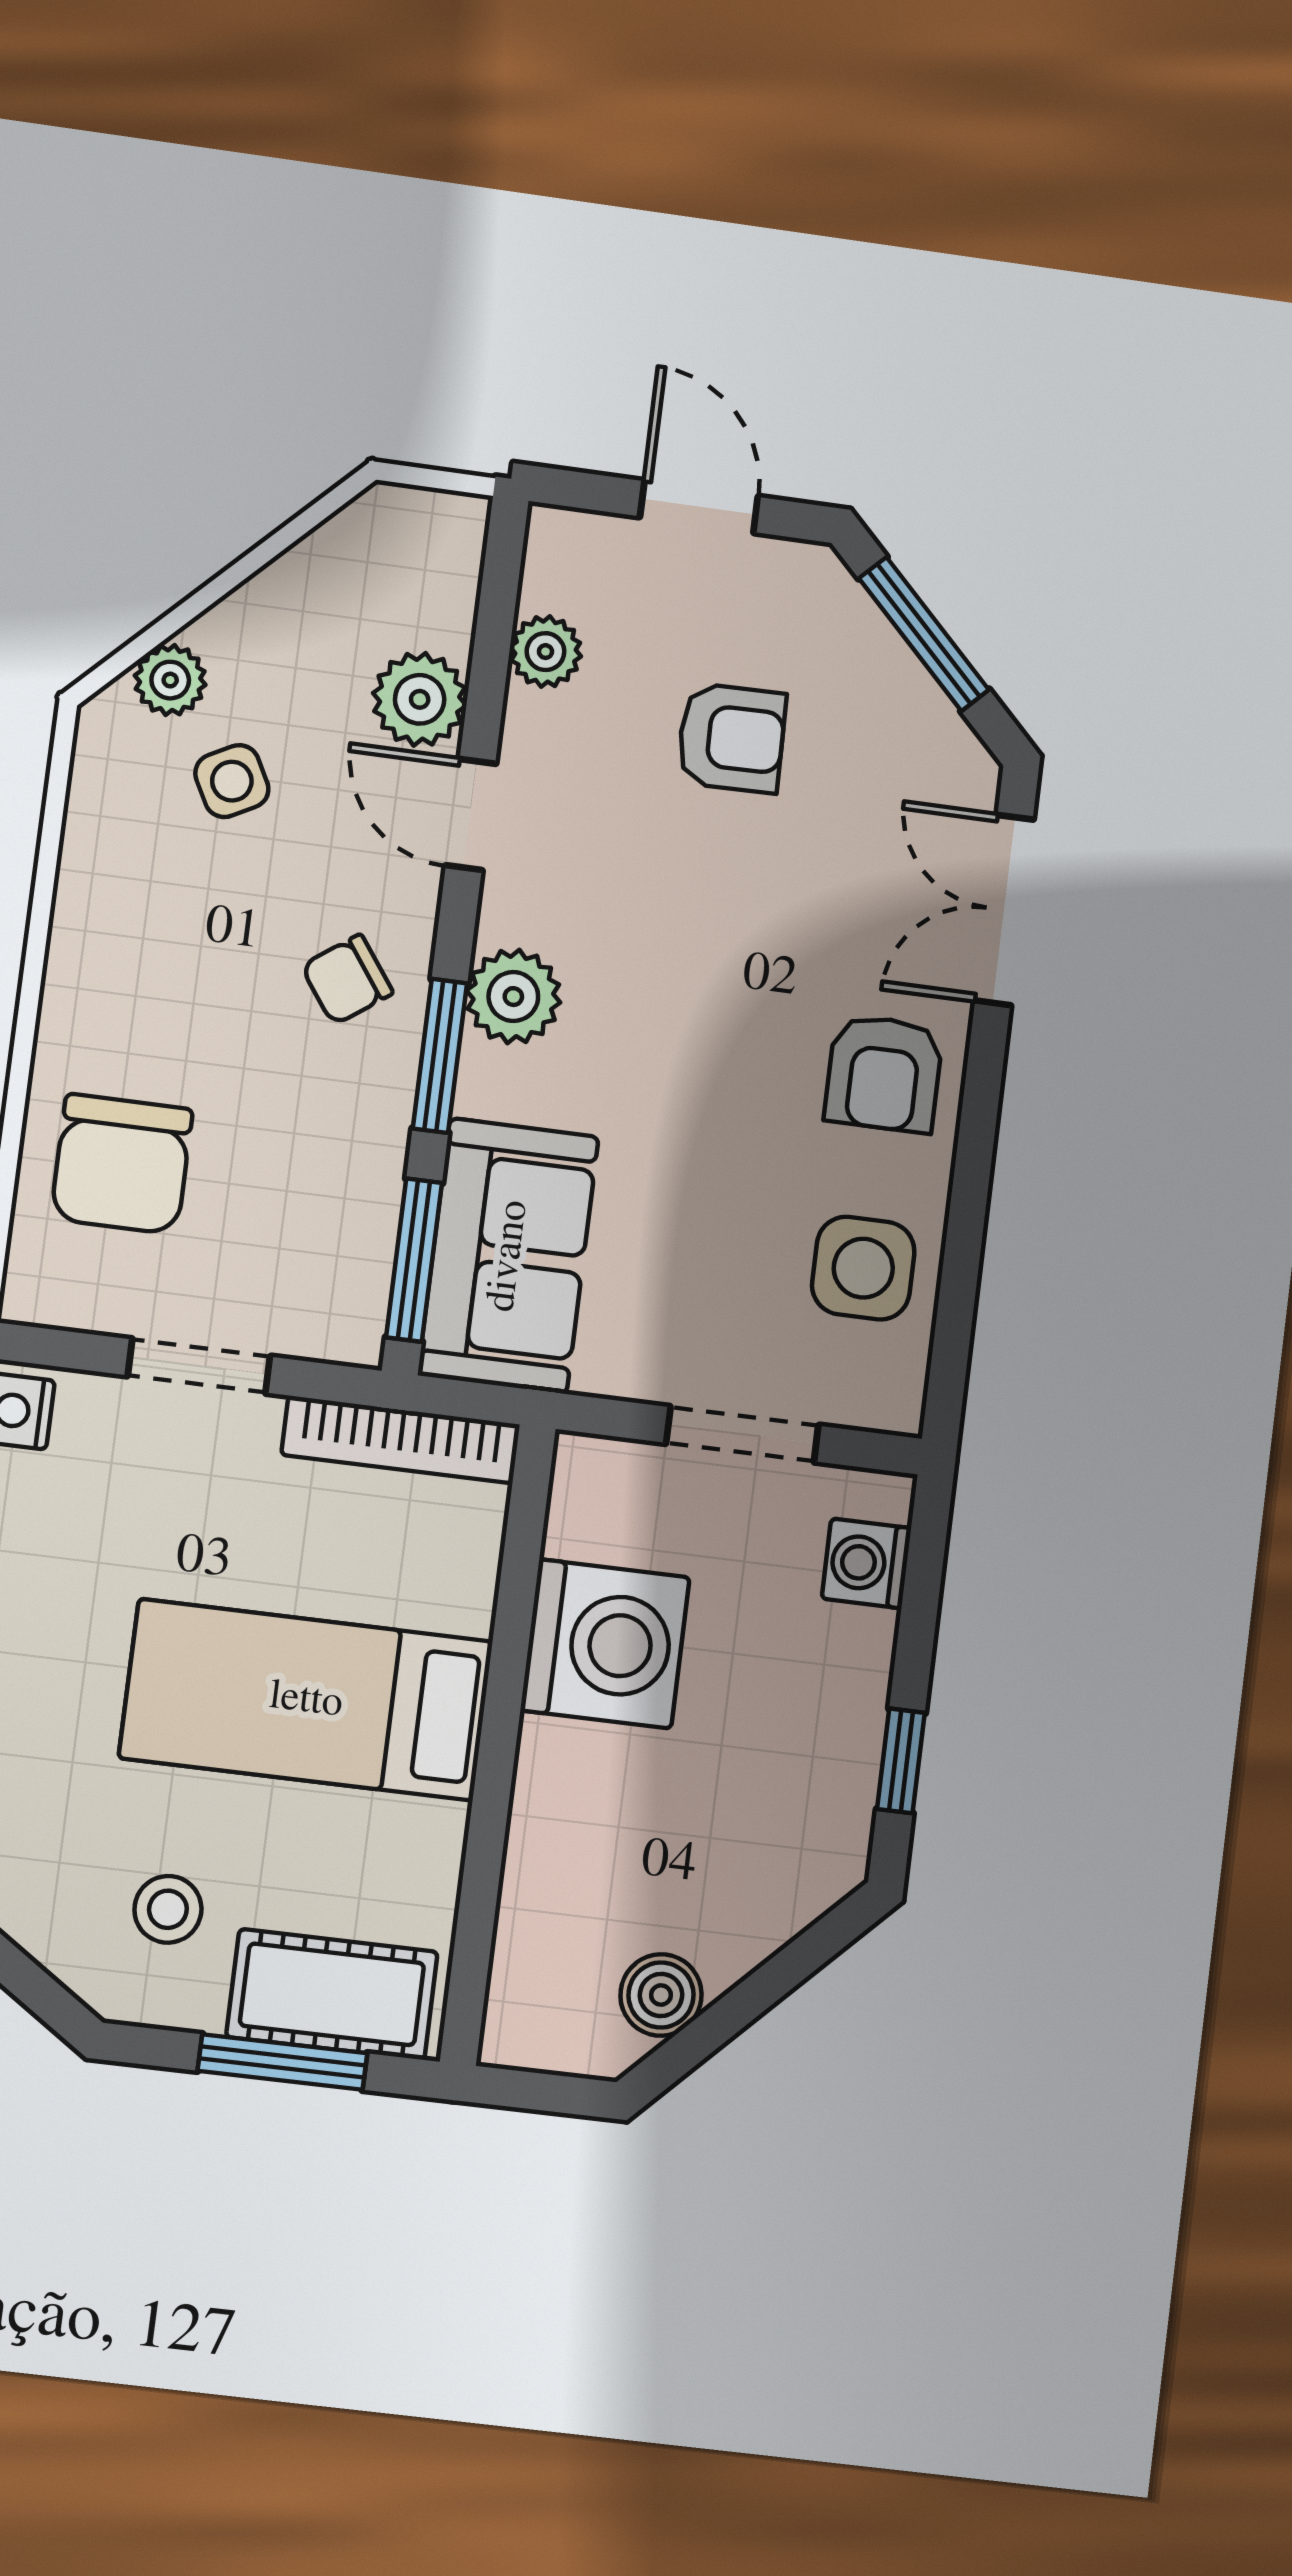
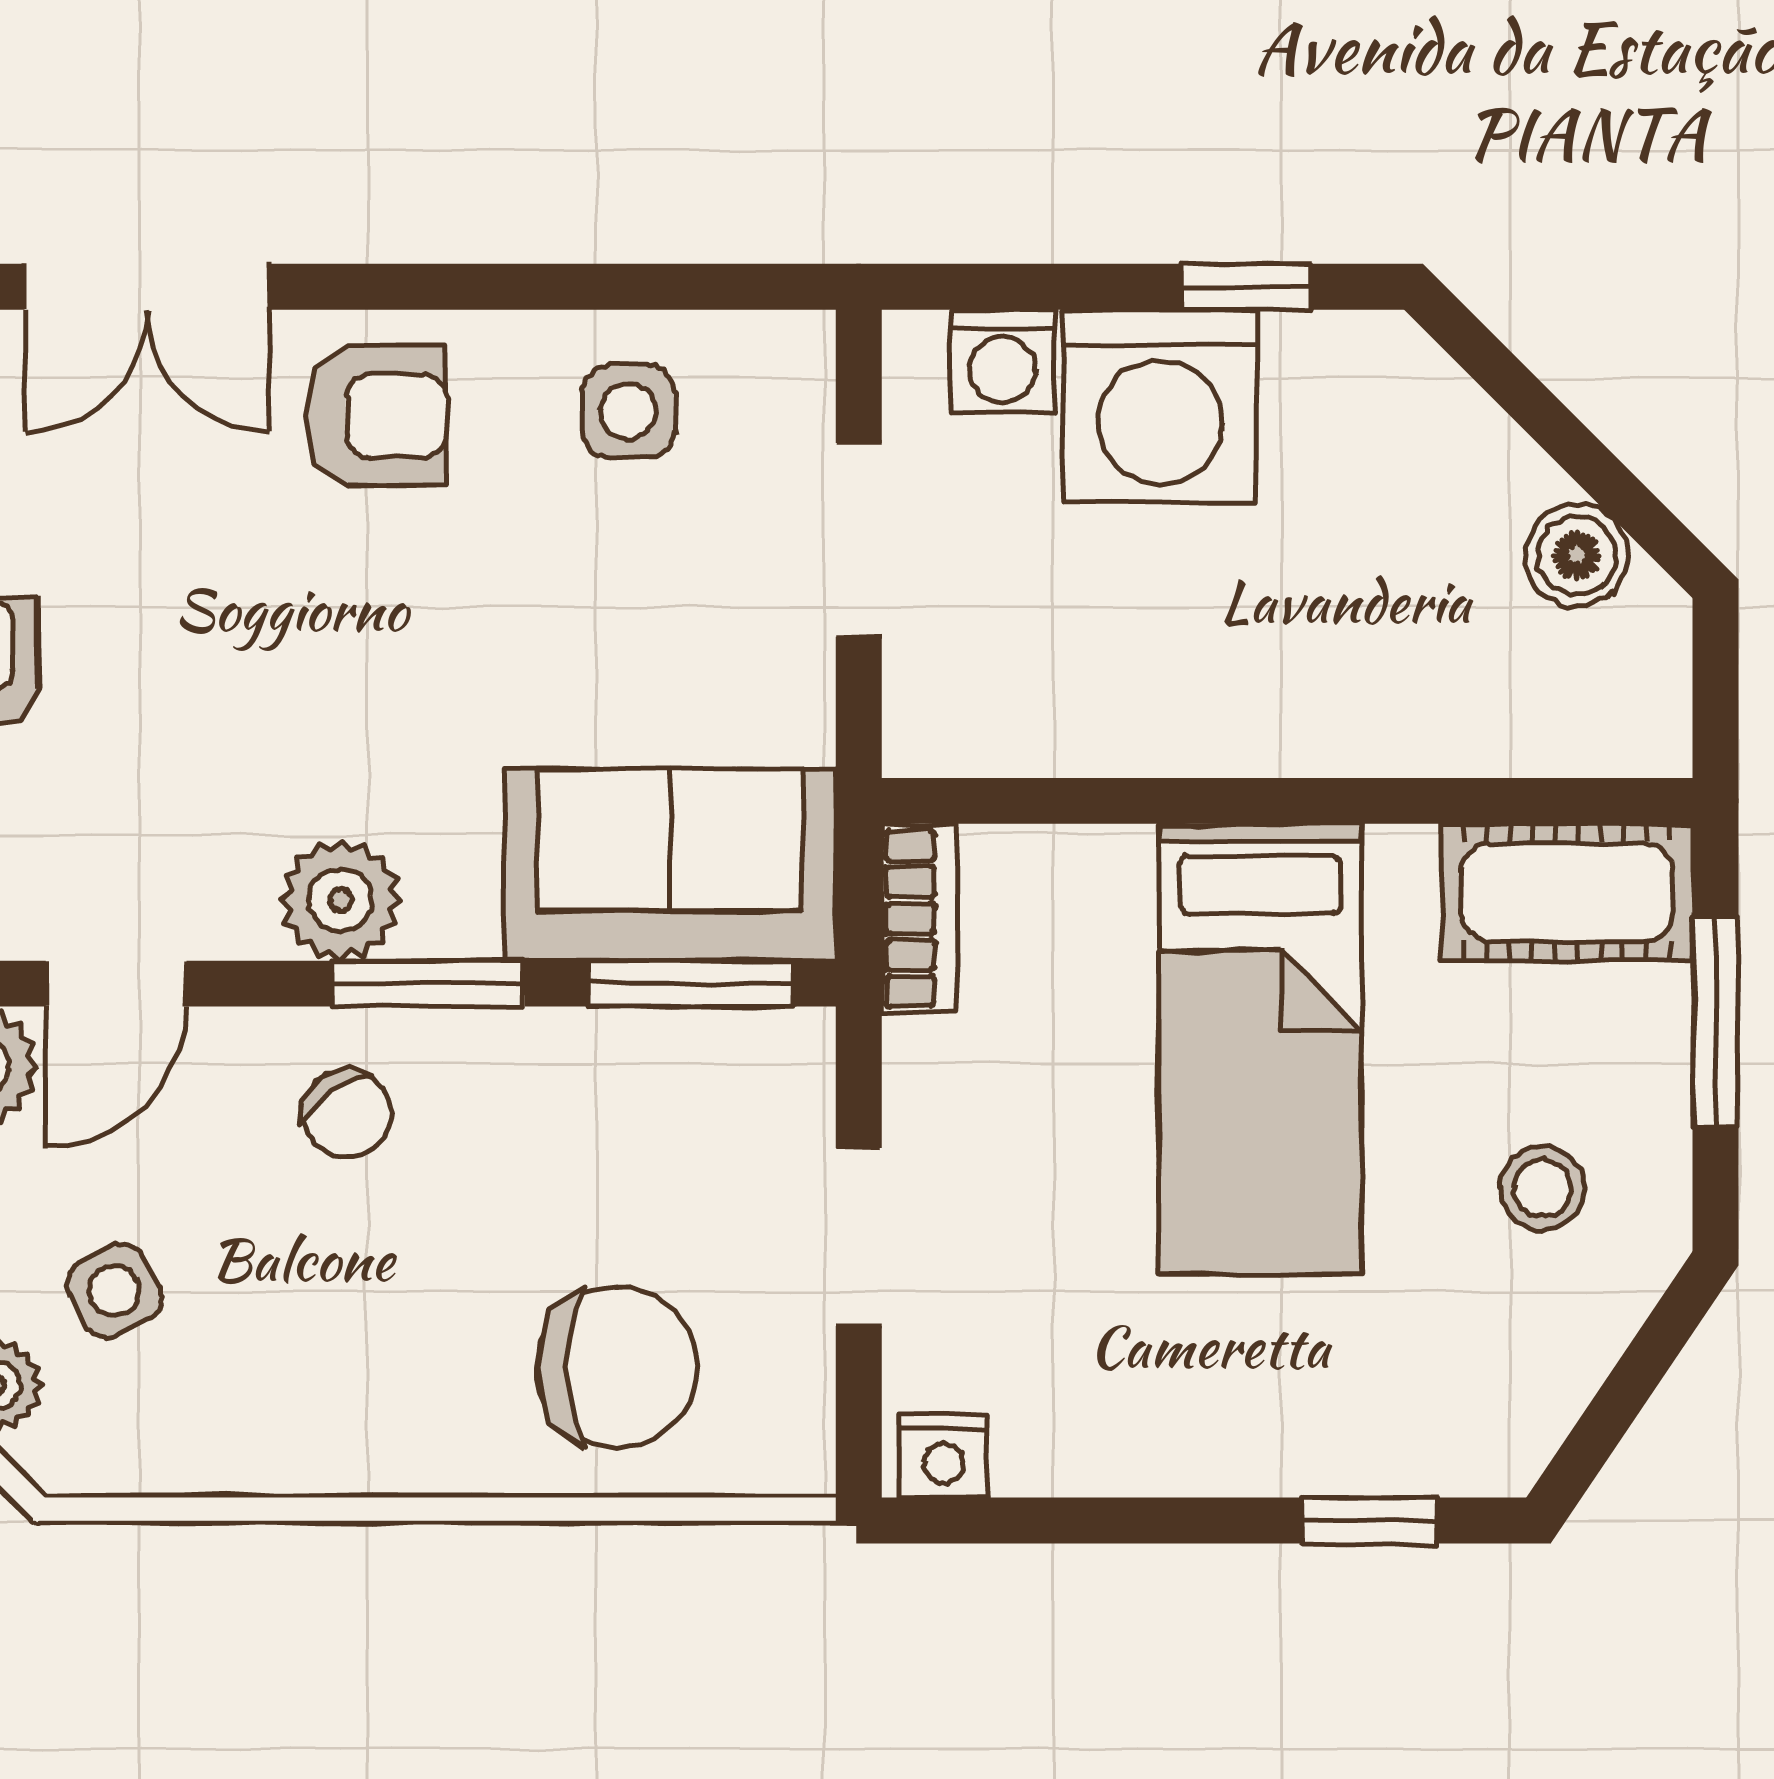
side table: (863, 1268) -> (628, 411), width x0.73, depth x0.73
bookcase: (401, 1440) -> (919, 918), width x0.64
washing machine: (605, 1644) -> (1160, 406), moved, turned 180
cot: (332, 1994) -> (1567, 892), moved, turned 90

